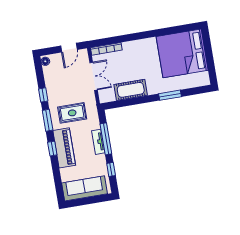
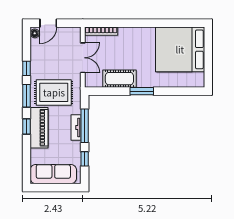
door: (69, 48) -> (48, 23), moved
window: (170, 95) -> (142, 91), moved
rug: (72, 113) -> (54, 92), width x1.36, depth x1.43

